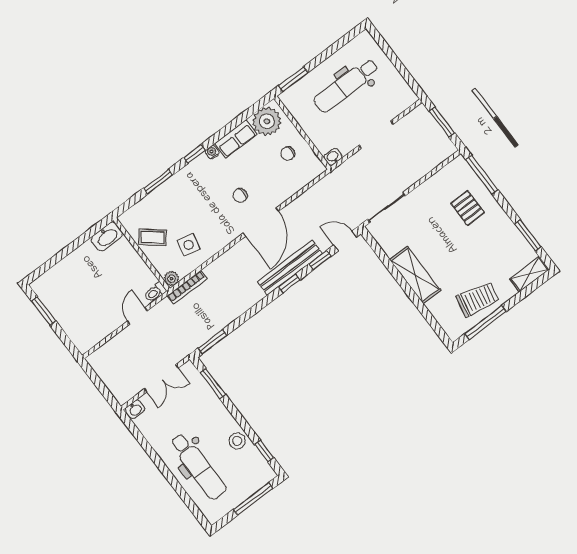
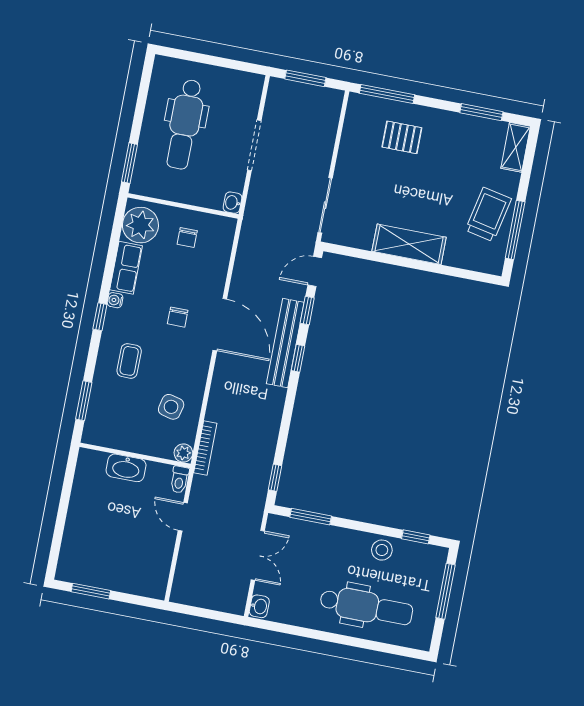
window: (158, 182) -> (84, 401), moved
washbasin: (107, 237) -> (126, 468), moved, turned 90
coffee table: (152, 237) -> (129, 361), moved, turned -40
window: (212, 342) -> (275, 478), width x0.67

